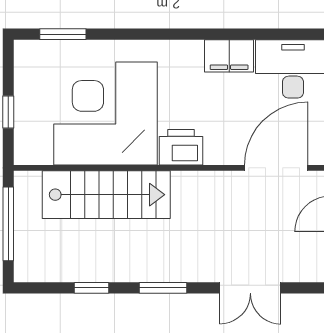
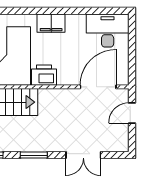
filing cabinet: (229, 56) -> (51, 23), moved

